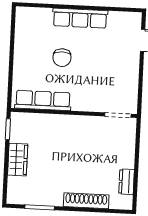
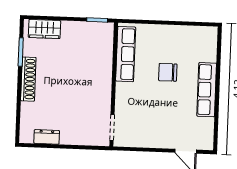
wardrobe: (18, 160) -> (44, 29), moved
shoe rack: (86, 201) -> (28, 79), moved

